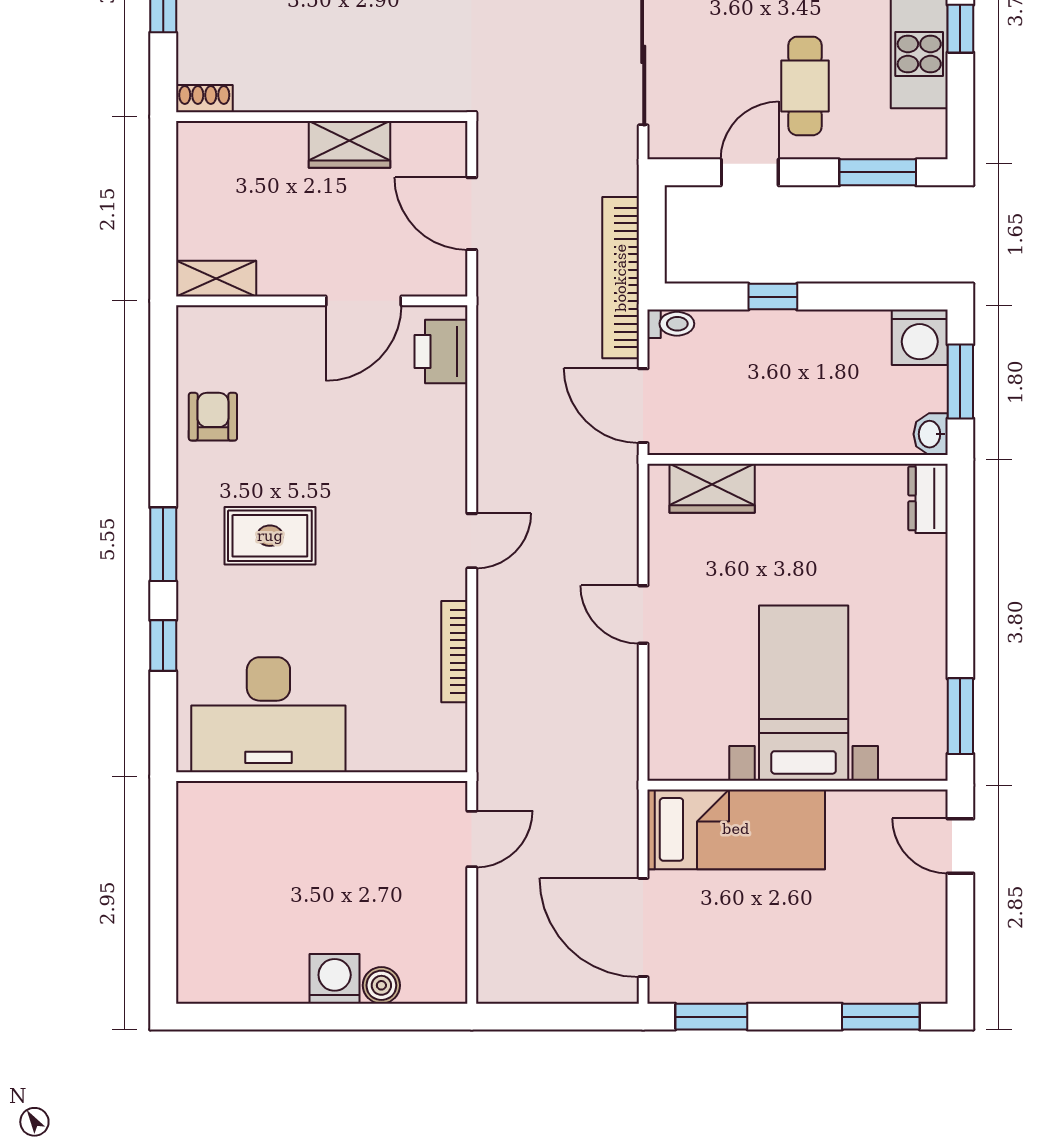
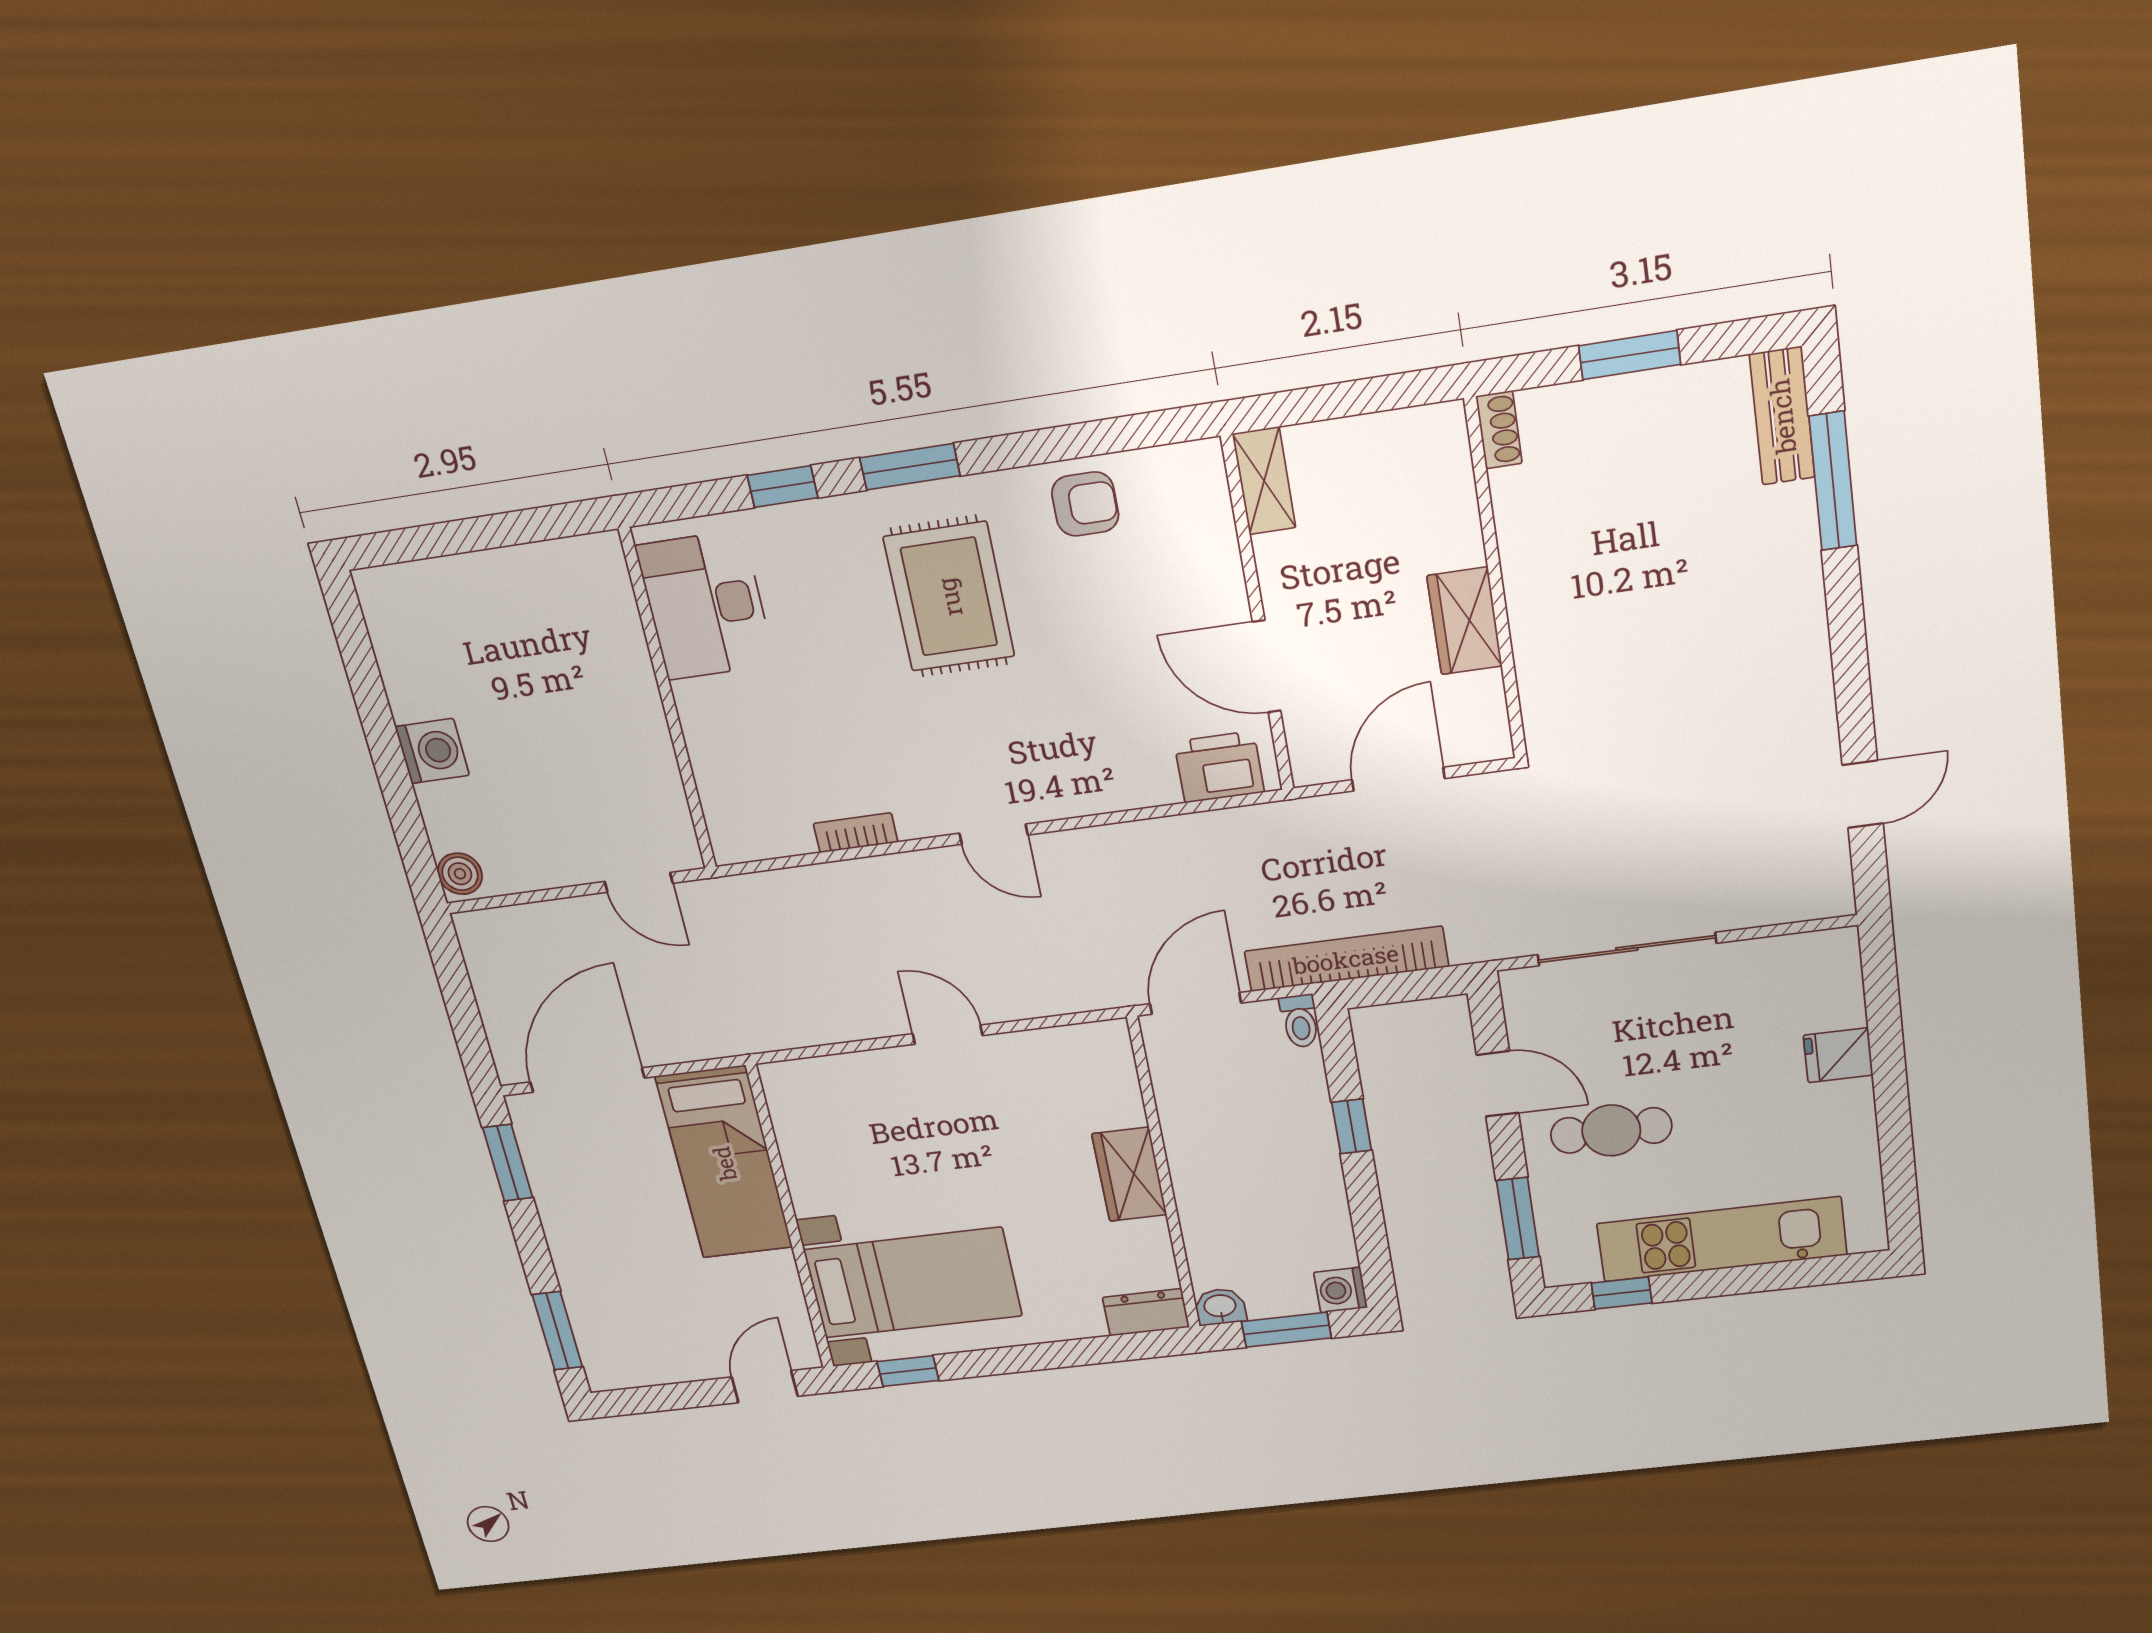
window: (960, 29) -> (1622, 1293), moved
washing machine: (920, 337) -> (1341, 1290), width x0.73, depth x0.73
wardrobe: (712, 488) -> (1129, 1174), moved
rug: (270, 536) -> (949, 597), width x1.36, depth x1.43
door: (643, 615) -> (948, 1035), hinge flipped
bookcase: (454, 652) -> (856, 833), width x0.64
bed with nightstands: (804, 693) -> (913, 1283), moved
desk: (268, 715) -> (705, 605), width x0.73, depth x0.77
window: (960, 716) -> (908, 1371), width x0.67
boiler: (381, 985) -> (460, 874), moved

